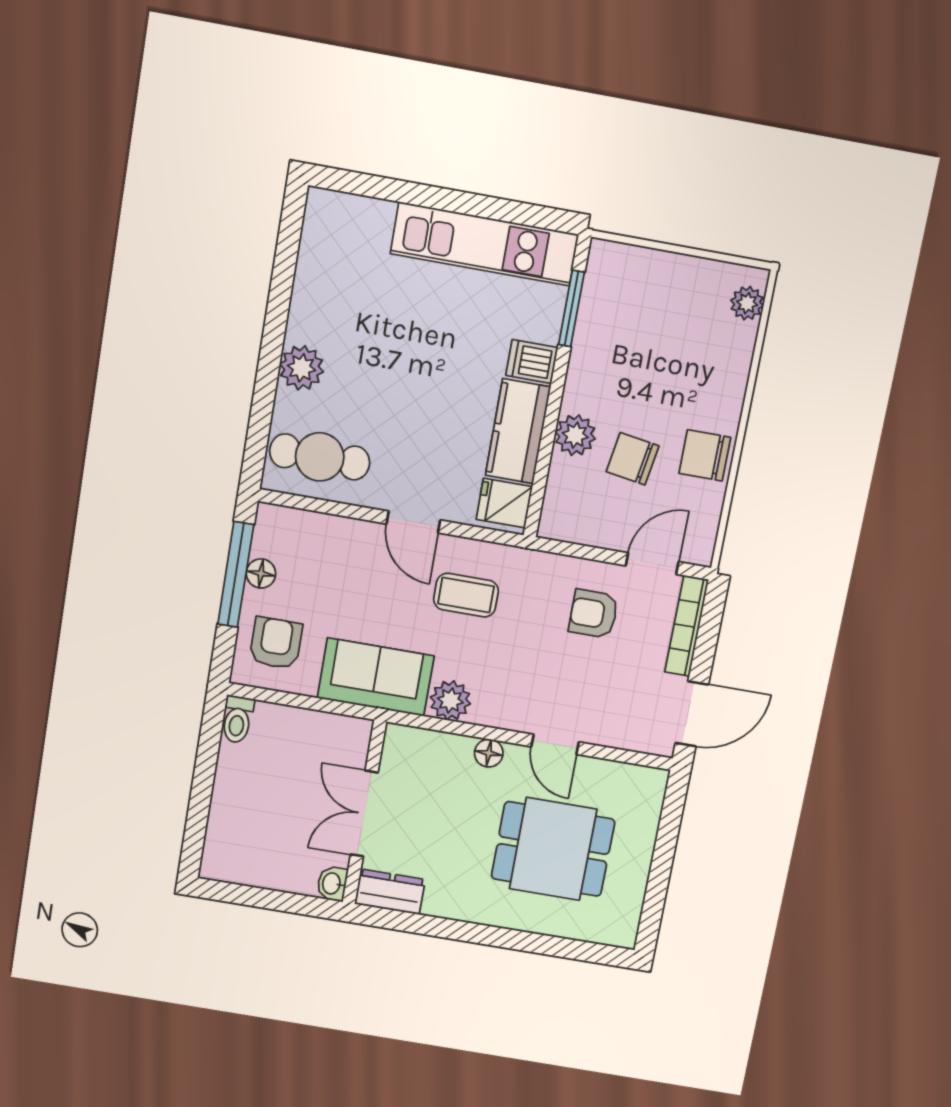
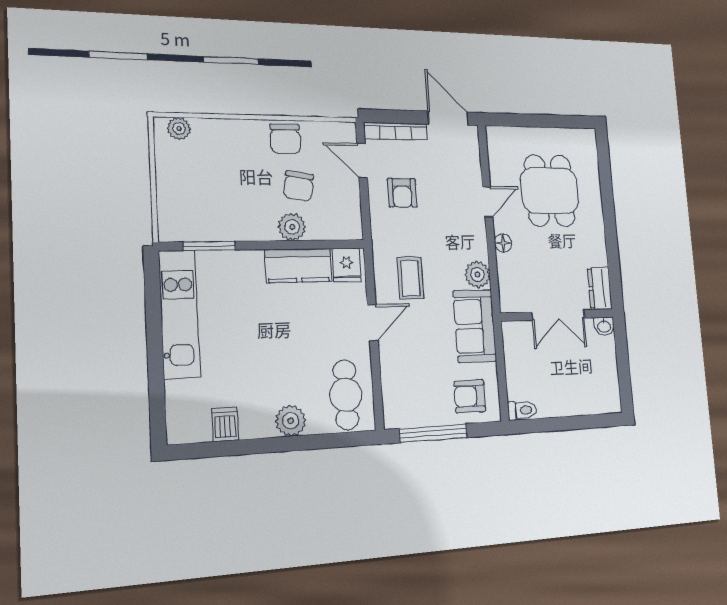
dishwasher: (532, 362) -> (225, 424), moved, turned 180
floor lamp: (261, 573) -> (429, 416), removed

